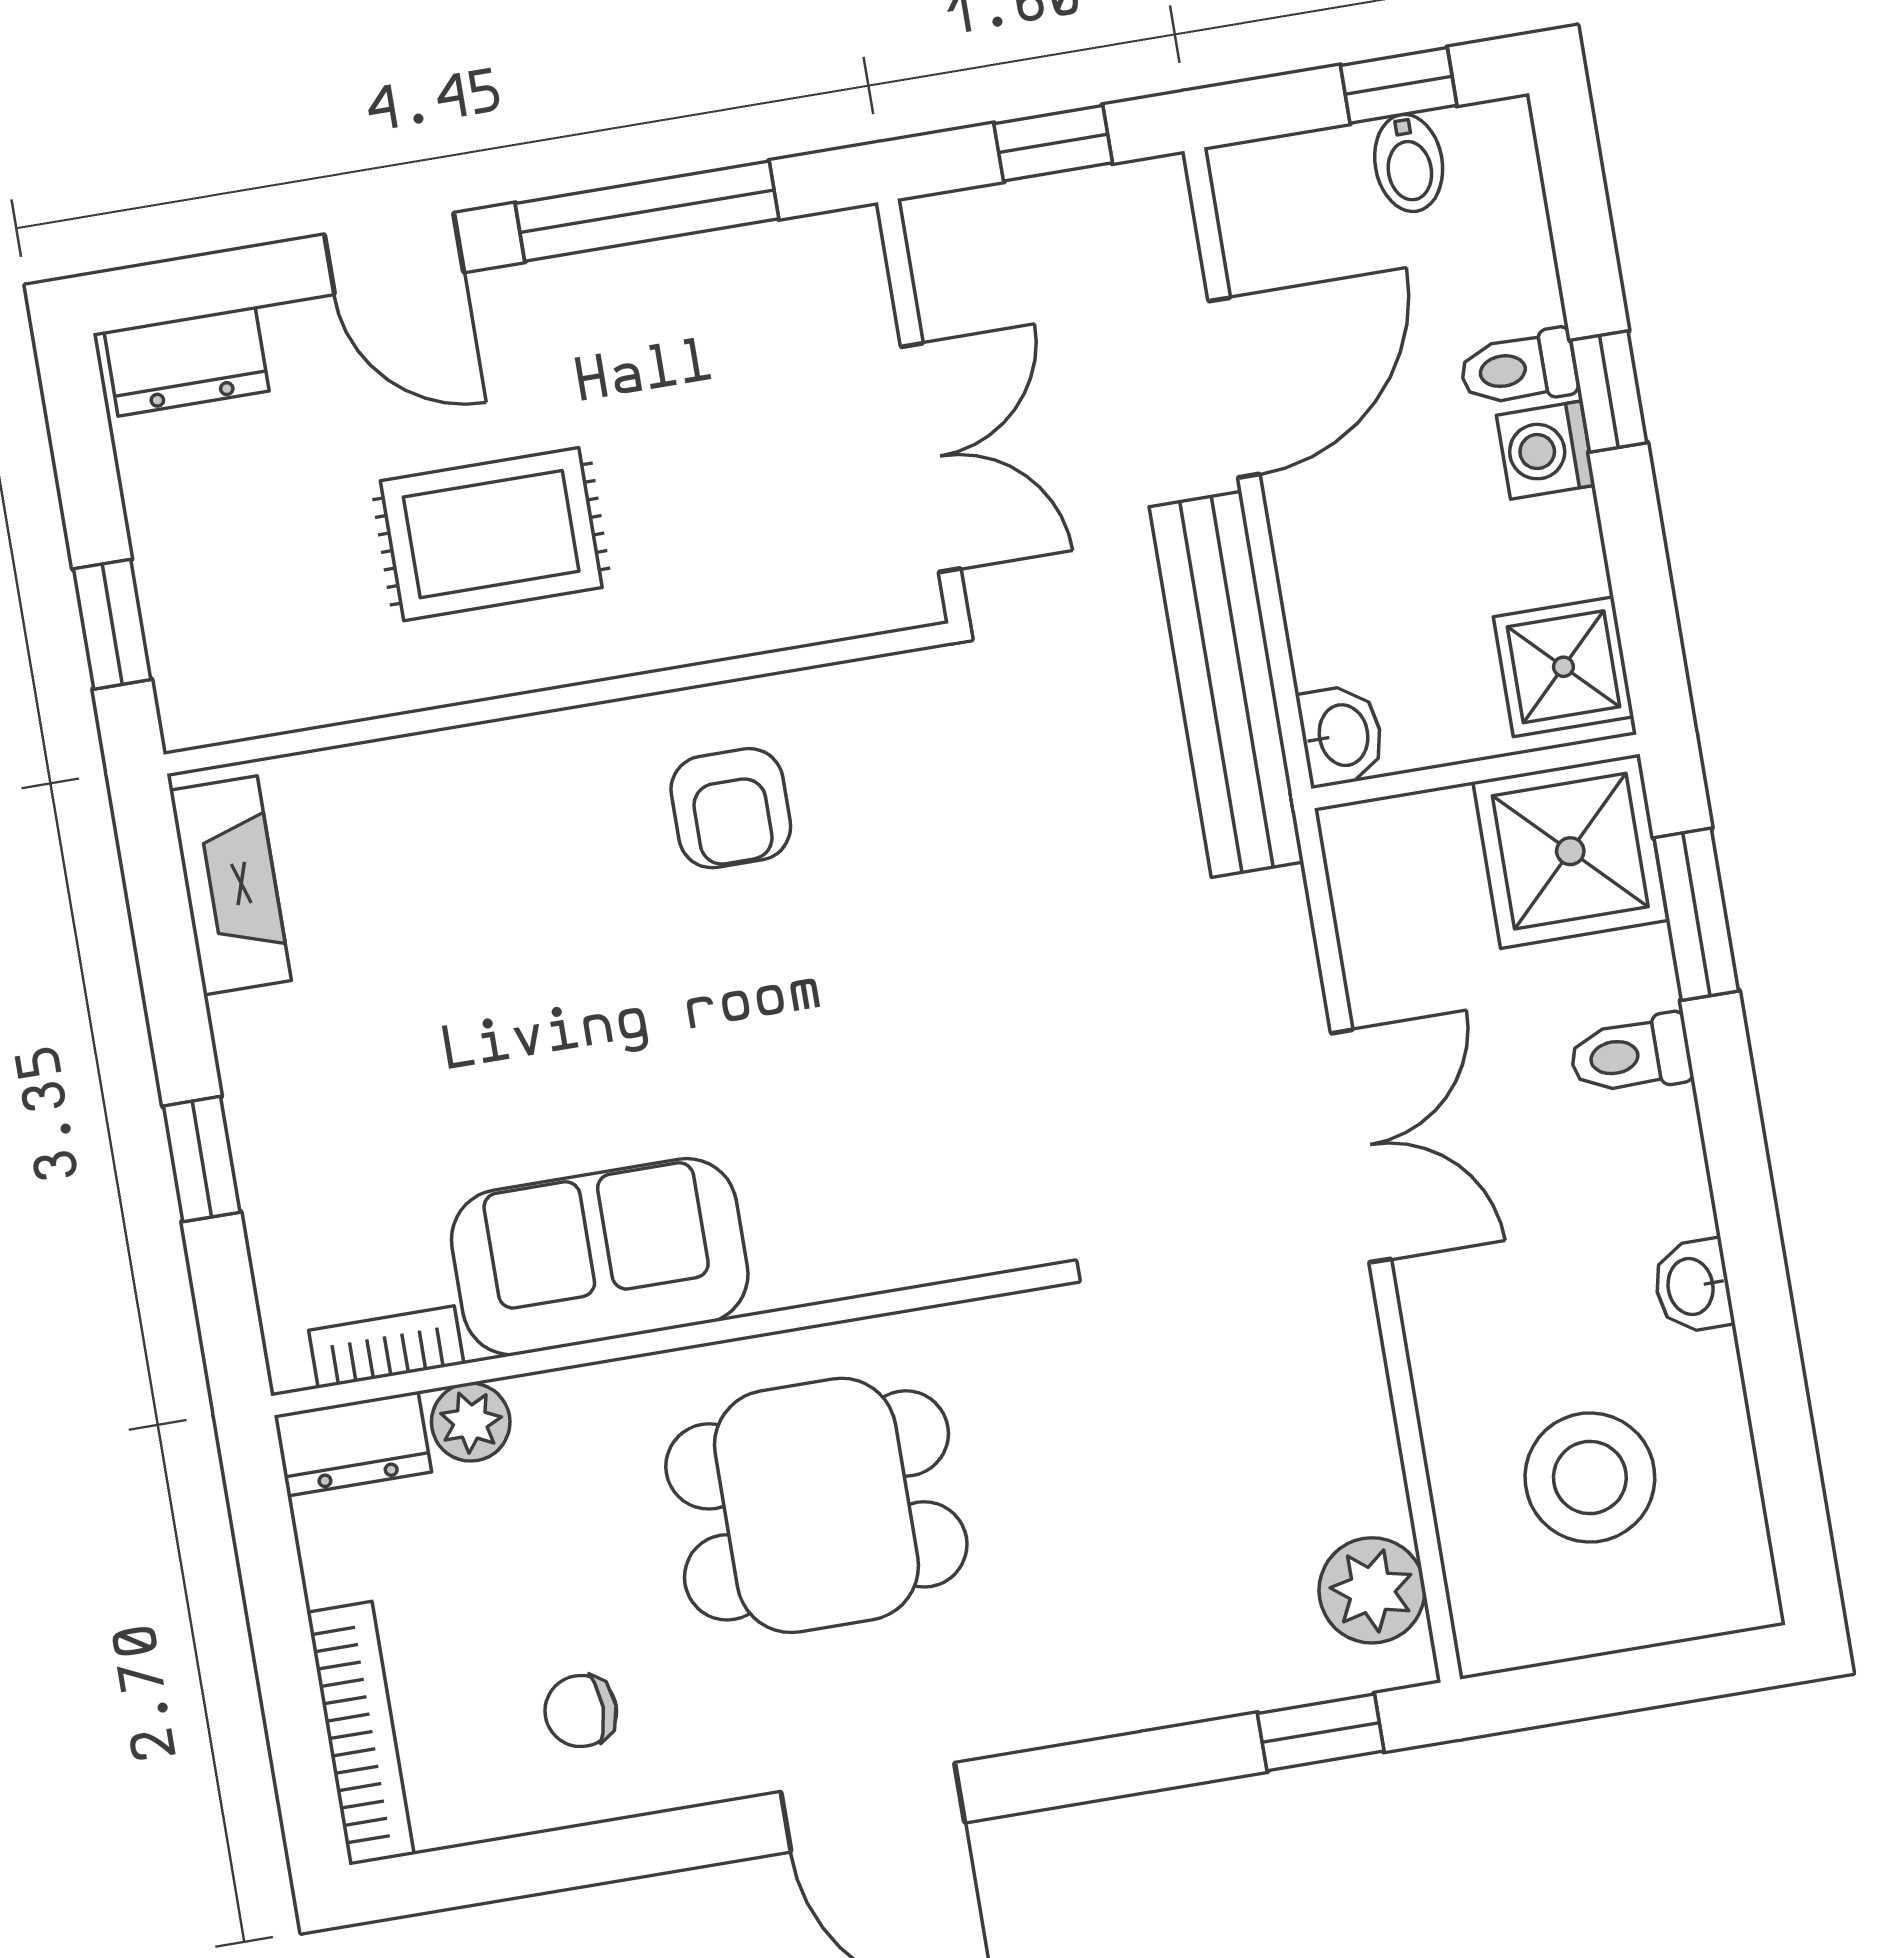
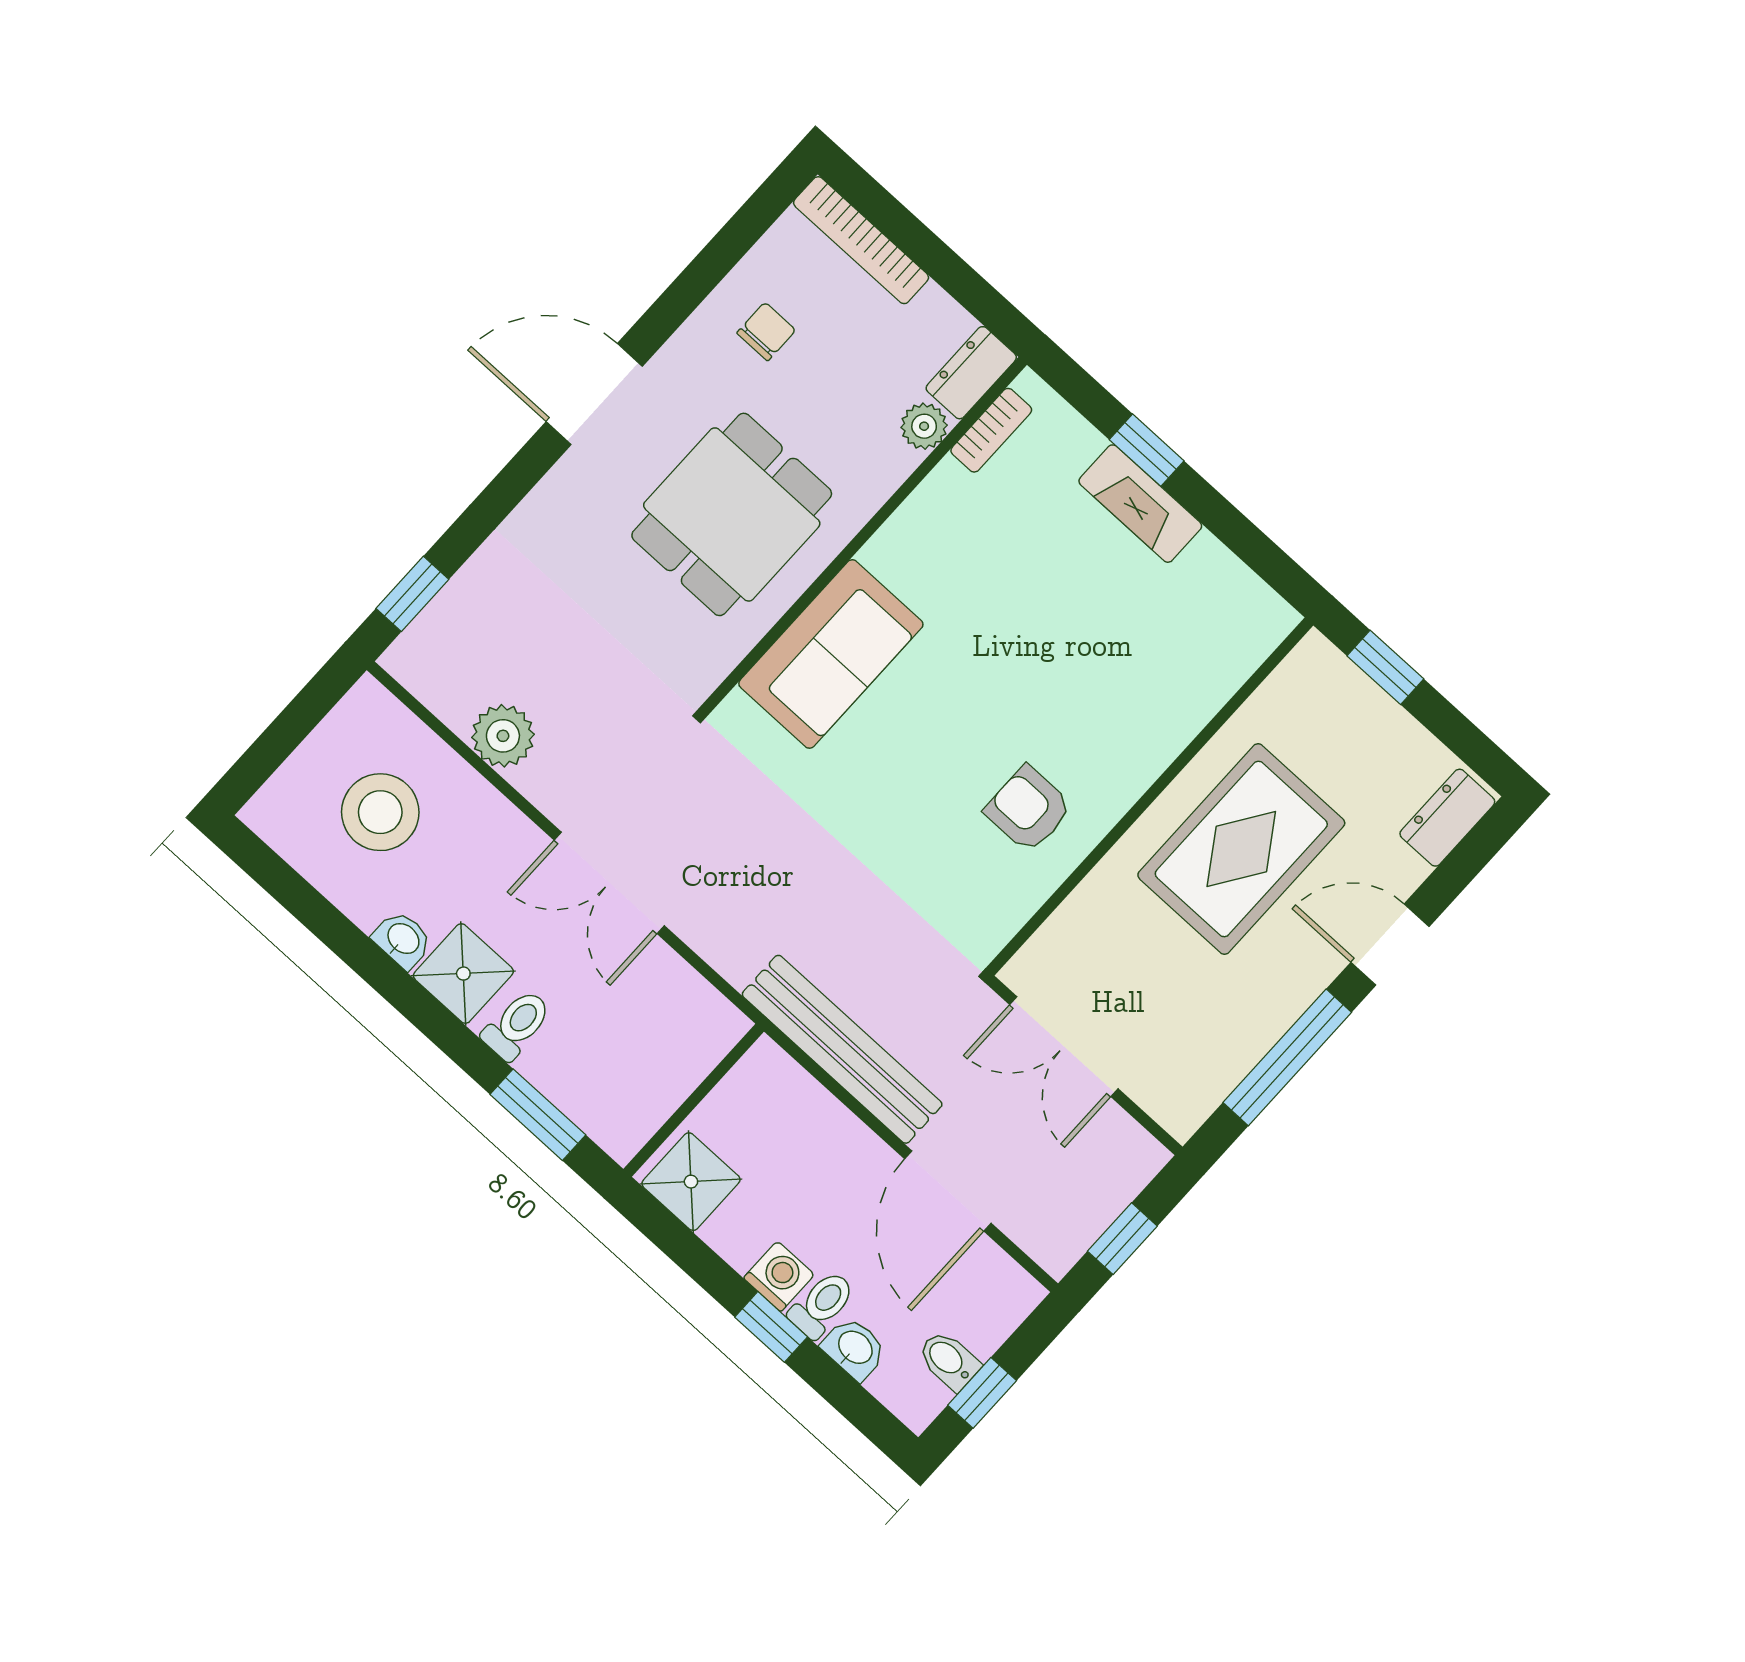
rug: (491, 534) -> (1241, 849), width x1.36, depth x1.43
washbasin: (1341, 735) -> (854, 1348), moved, turned 180
shower: (1570, 851) -> (463, 974), moved, width x0.73, depth x0.73
fireplace: (230, 885) -> (1140, 504), moved
sofa: (600, 1257) -> (831, 654), moved
plant: (1372, 1590) -> (503, 736), moved

